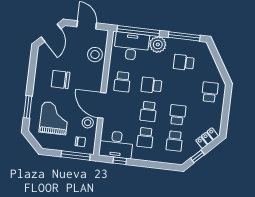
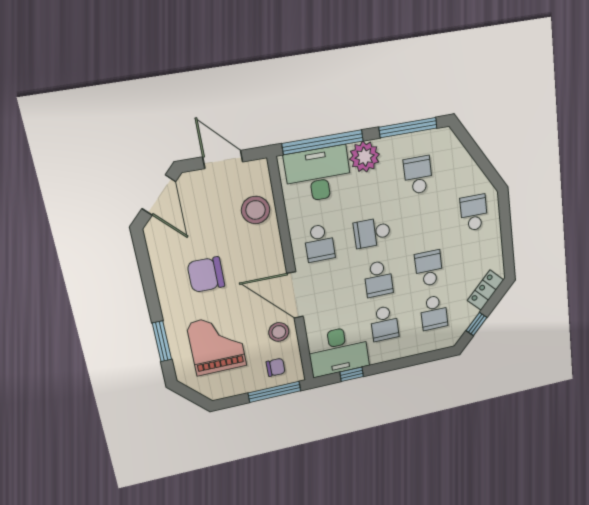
school desk: (184, 62) -> (418, 175), turned 90

